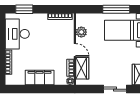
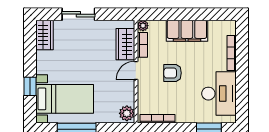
plant: (81, 32) -> (127, 113), moved
armchair: (50, 48) -> (173, 73), added
door: (75, 50) -> (136, 71), hinge flipped

